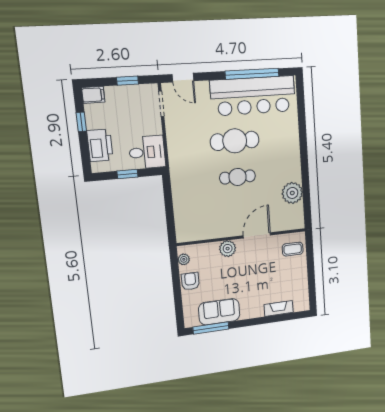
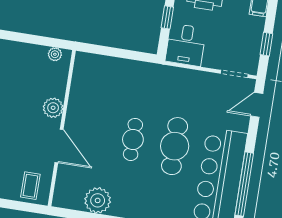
armchair: (190, 281) -> (27, 55), removed

